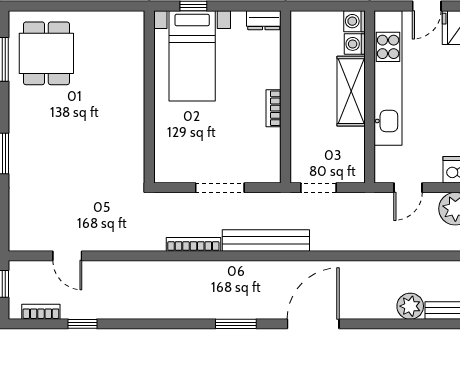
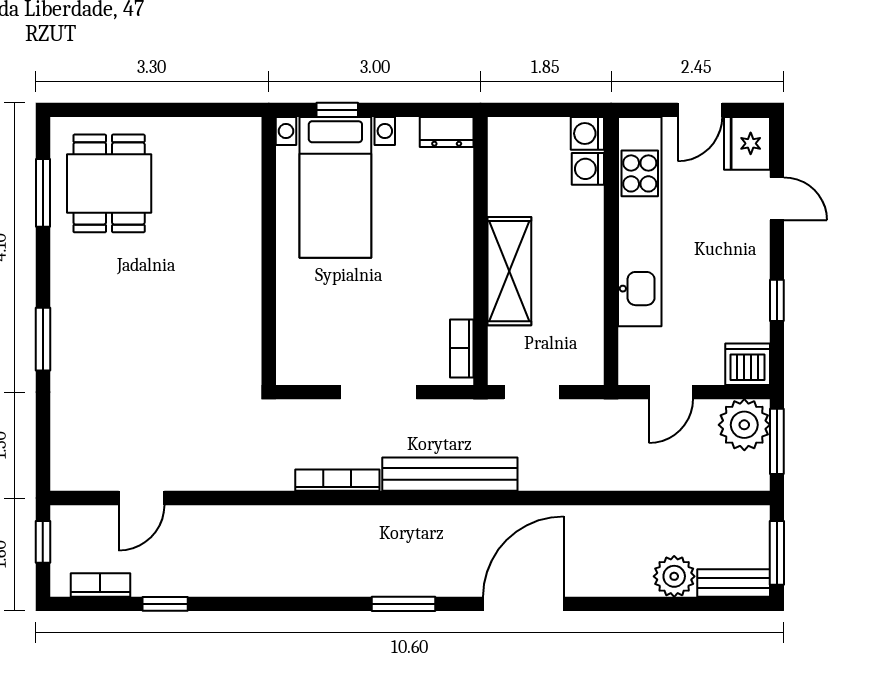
shelving: (351, 91) -> (509, 271), moved
bookcase: (274, 108) -> (462, 348), moved
door: (67, 256) -> (141, 498), hinge flipped

